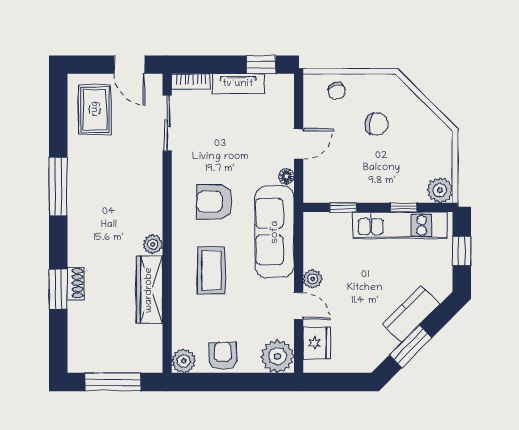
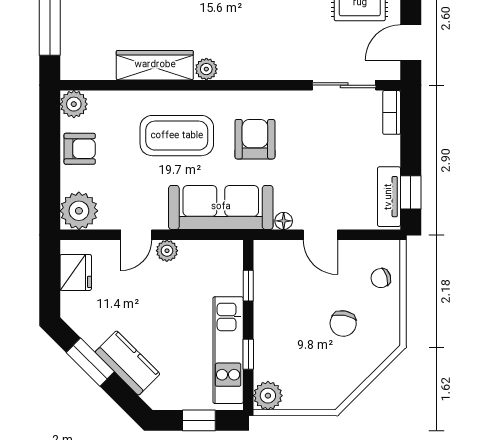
tv unit: (238, 84) -> (389, 197), moved
coffee table: (211, 270) -> (177, 136), width x1.36, depth x1.32
fridge: (317, 343) -> (76, 272), moved, turned -90

